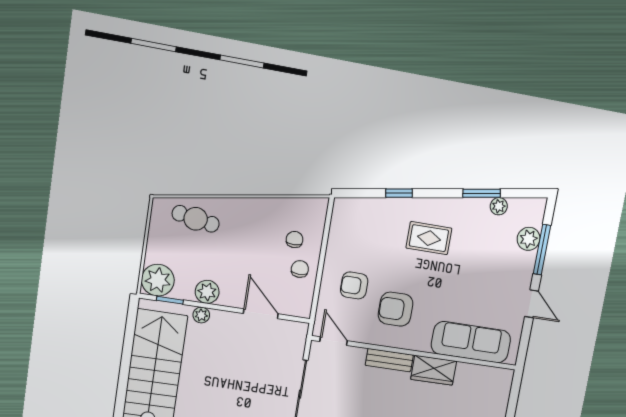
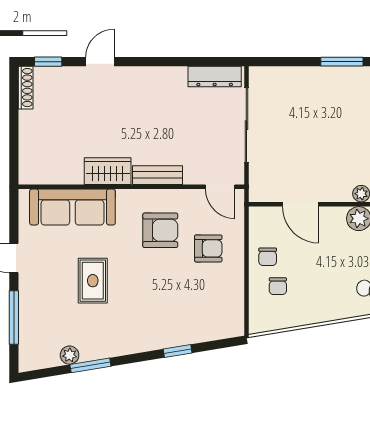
rug: (429, 238) -> (93, 281), moved, turned 90
plant: (529, 239) -> (31, 326), removed

